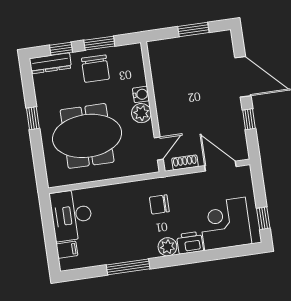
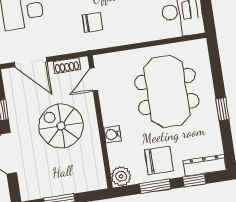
chair: (95, 69) -> (159, 160), turned 90
spiral stairs: (191, 103) -> (61, 126), added
plant: (141, 113) -> (121, 176), moved
meeting table: (87, 136) -> (167, 92), turned 90

